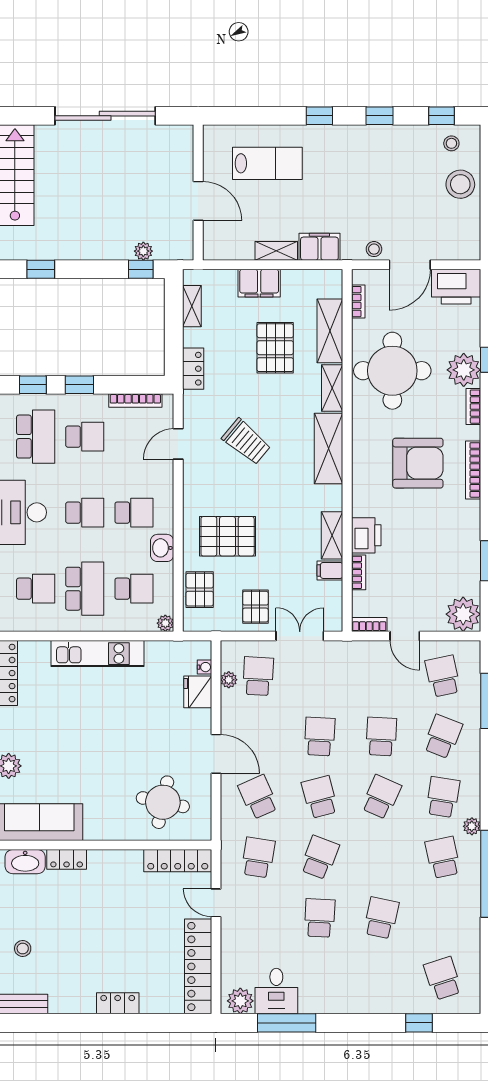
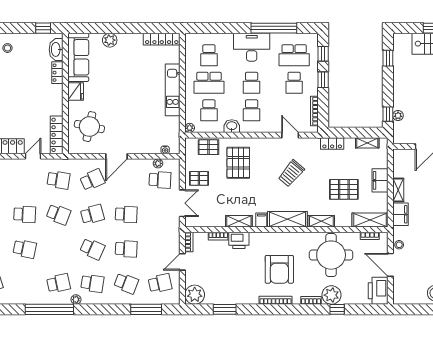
shelving: (330, 331) -> (370, 220), moved
filing cabinet: (330, 570) -> (261, 220), moved
fridge: (198, 692) -> (76, 92), moved, turned 90

